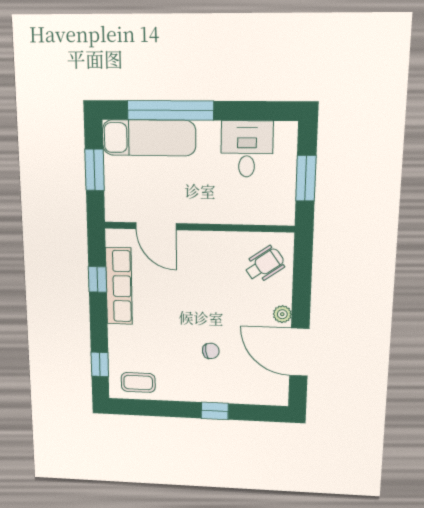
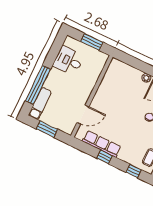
exam couch: (149, 138) -> (40, 103), width x0.73, depth x0.69
wheelchair: (264, 264) -> (121, 76), removed
window: (98, 279) -> (105, 157), moved

